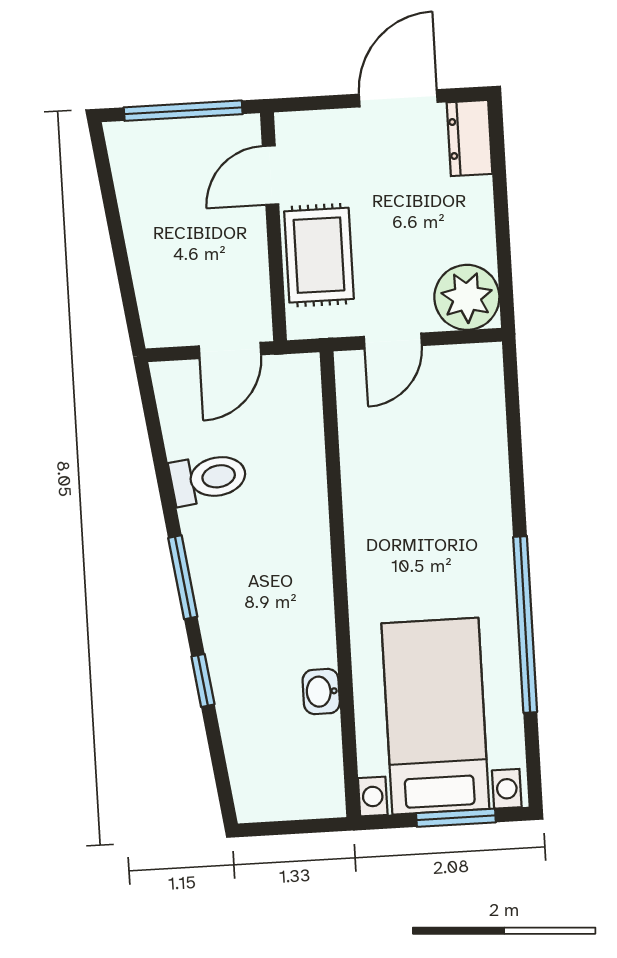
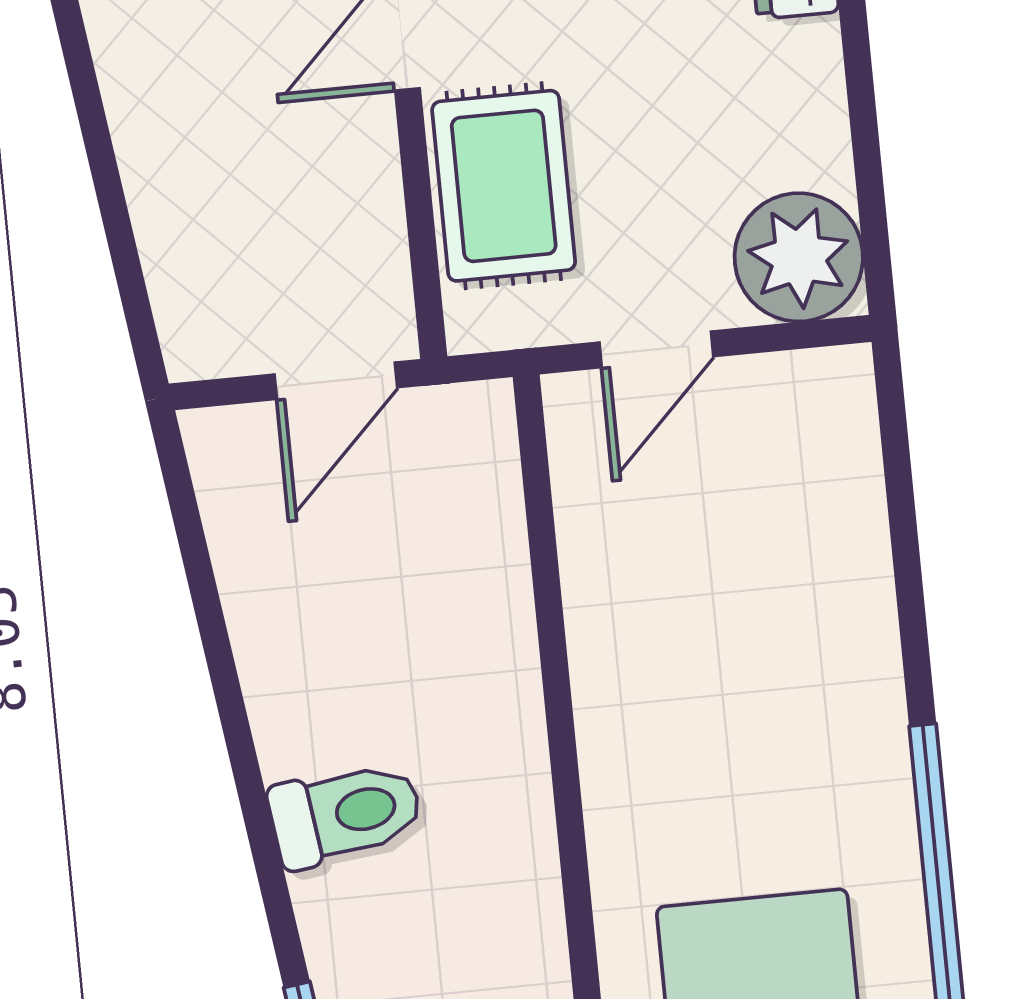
toilet: (208, 478) -> (346, 814), moved
window: (183, 577) -> (261, 832), removed

